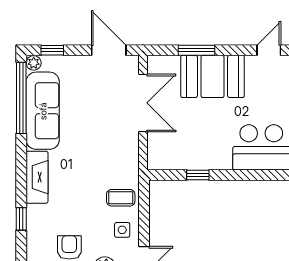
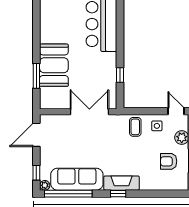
door: (269, 50) -> (36, 27), removed
double door: (143, 103) -> (89, 112), moved
window: (21, 219) -> (118, 194), moved

